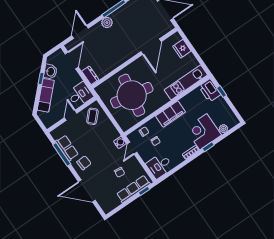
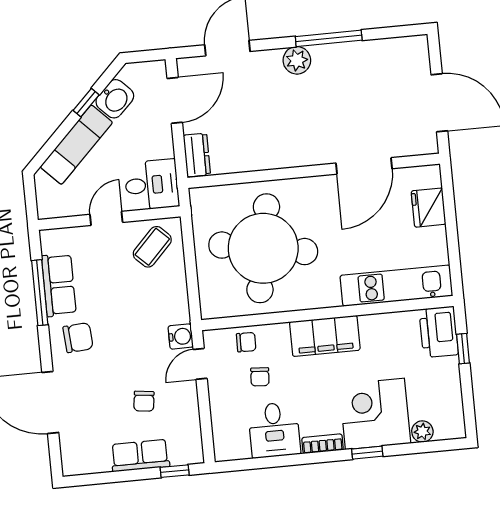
desk: (160, 166) -> (274, 430), moved, turned -90
row of seats: (133, 189) -> (140, 456), width x0.68

